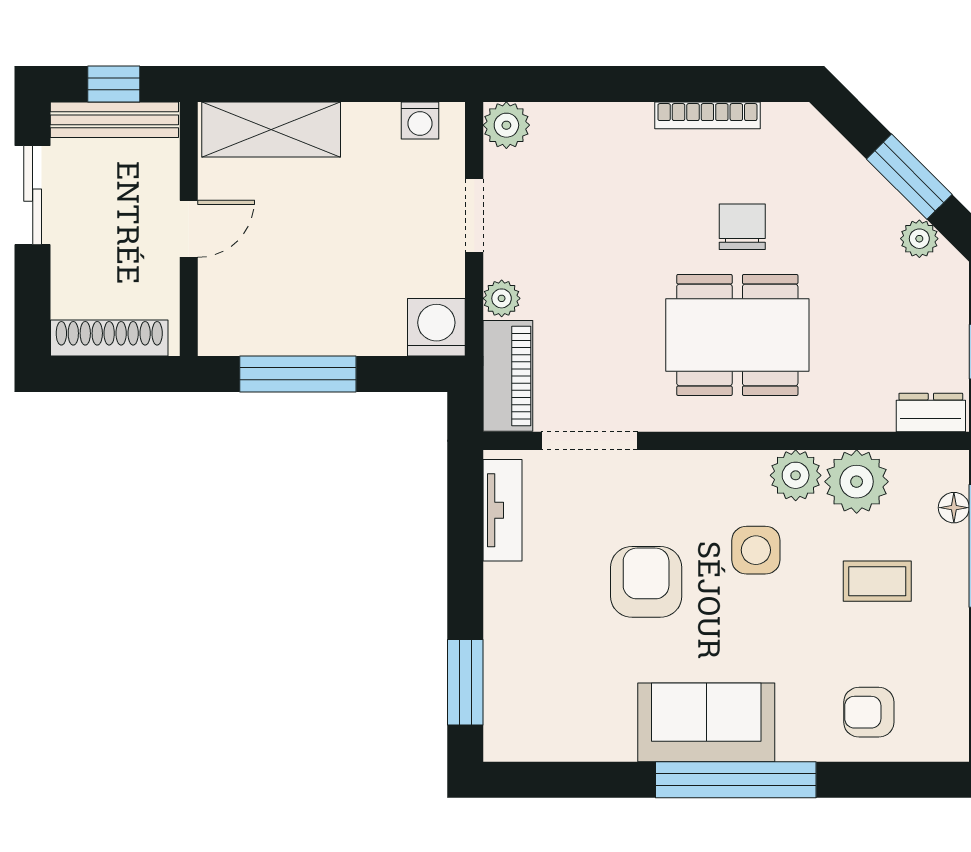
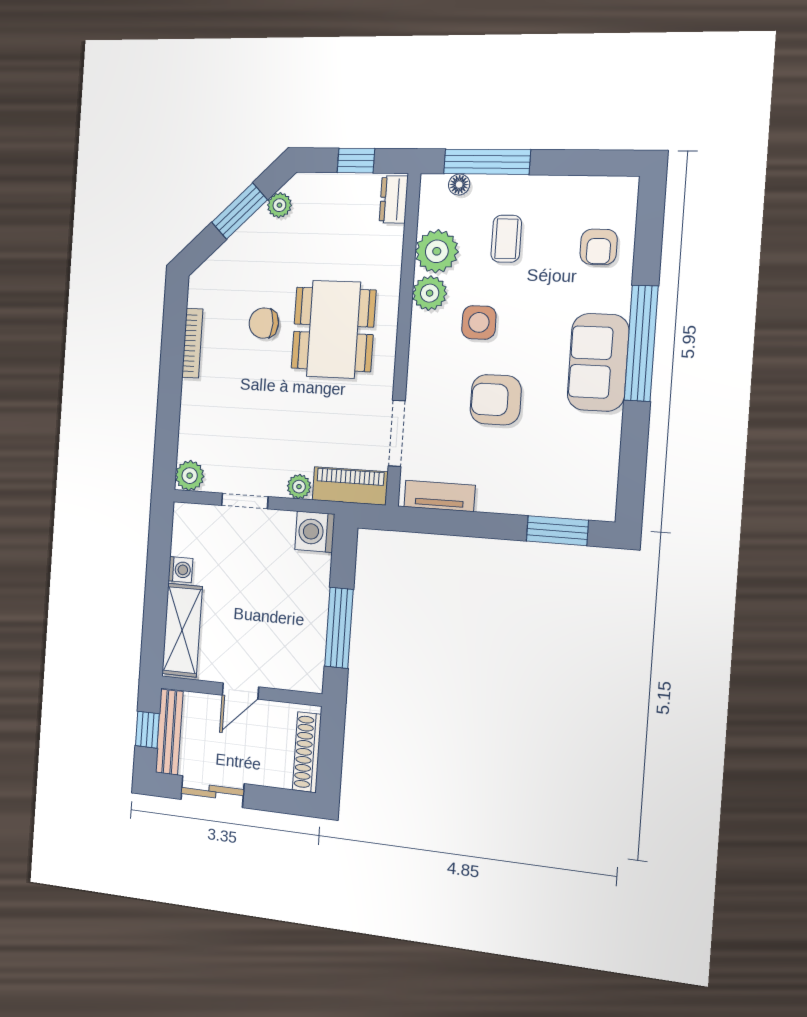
washing machine: (420, 121) -> (180, 570), moved
door: (189, 229) -> (240, 691), swing flipped

